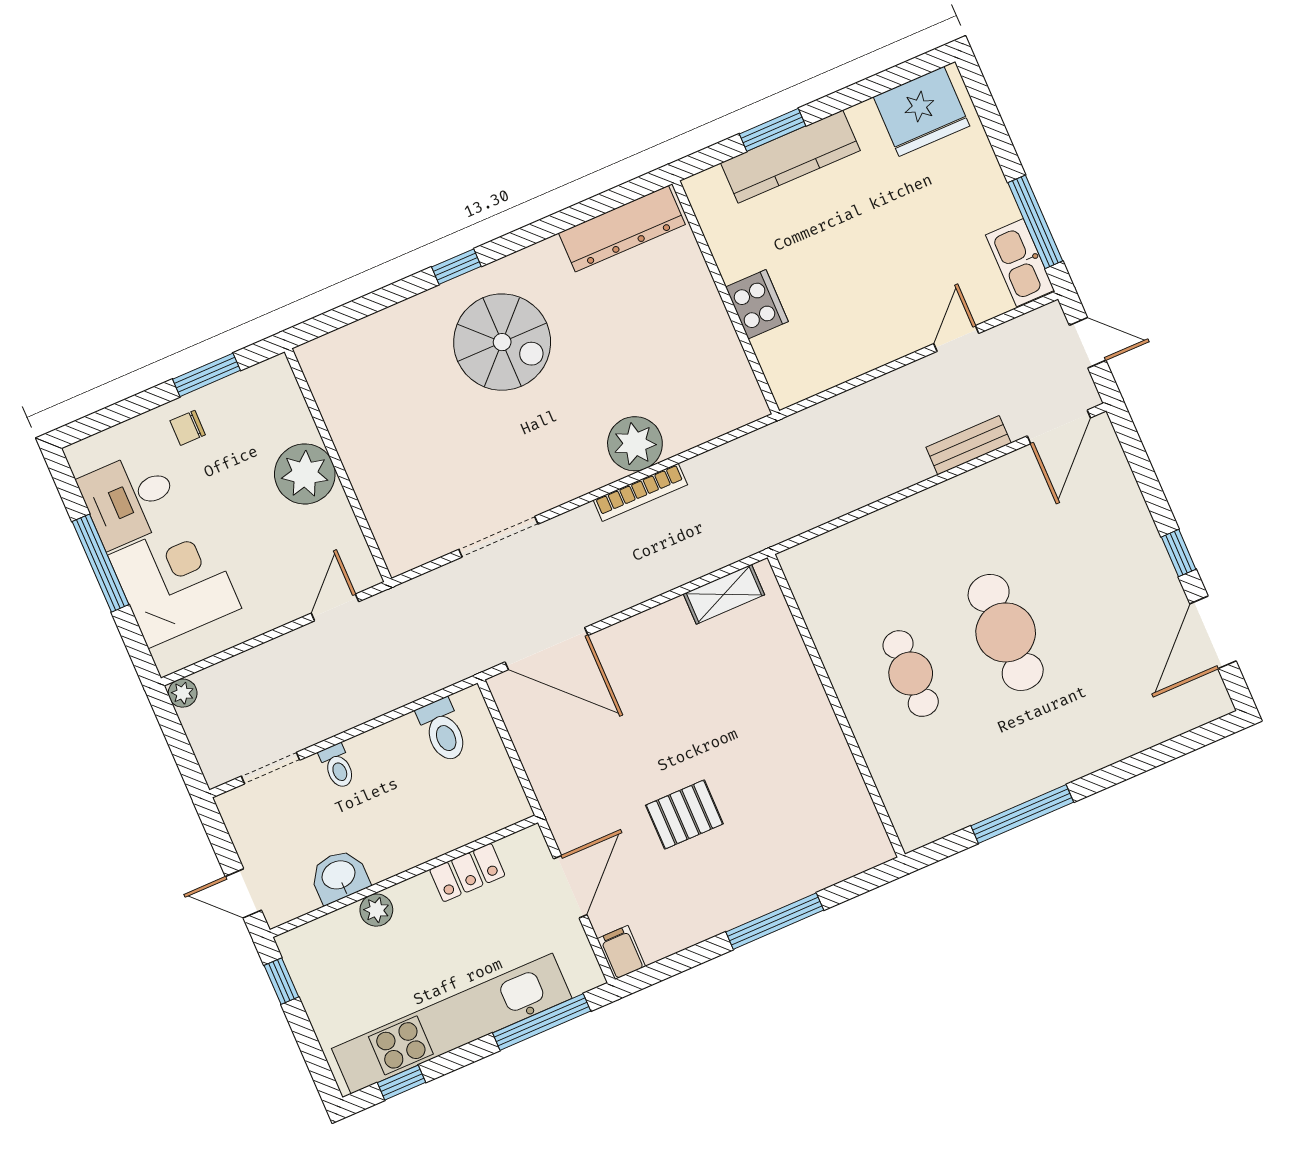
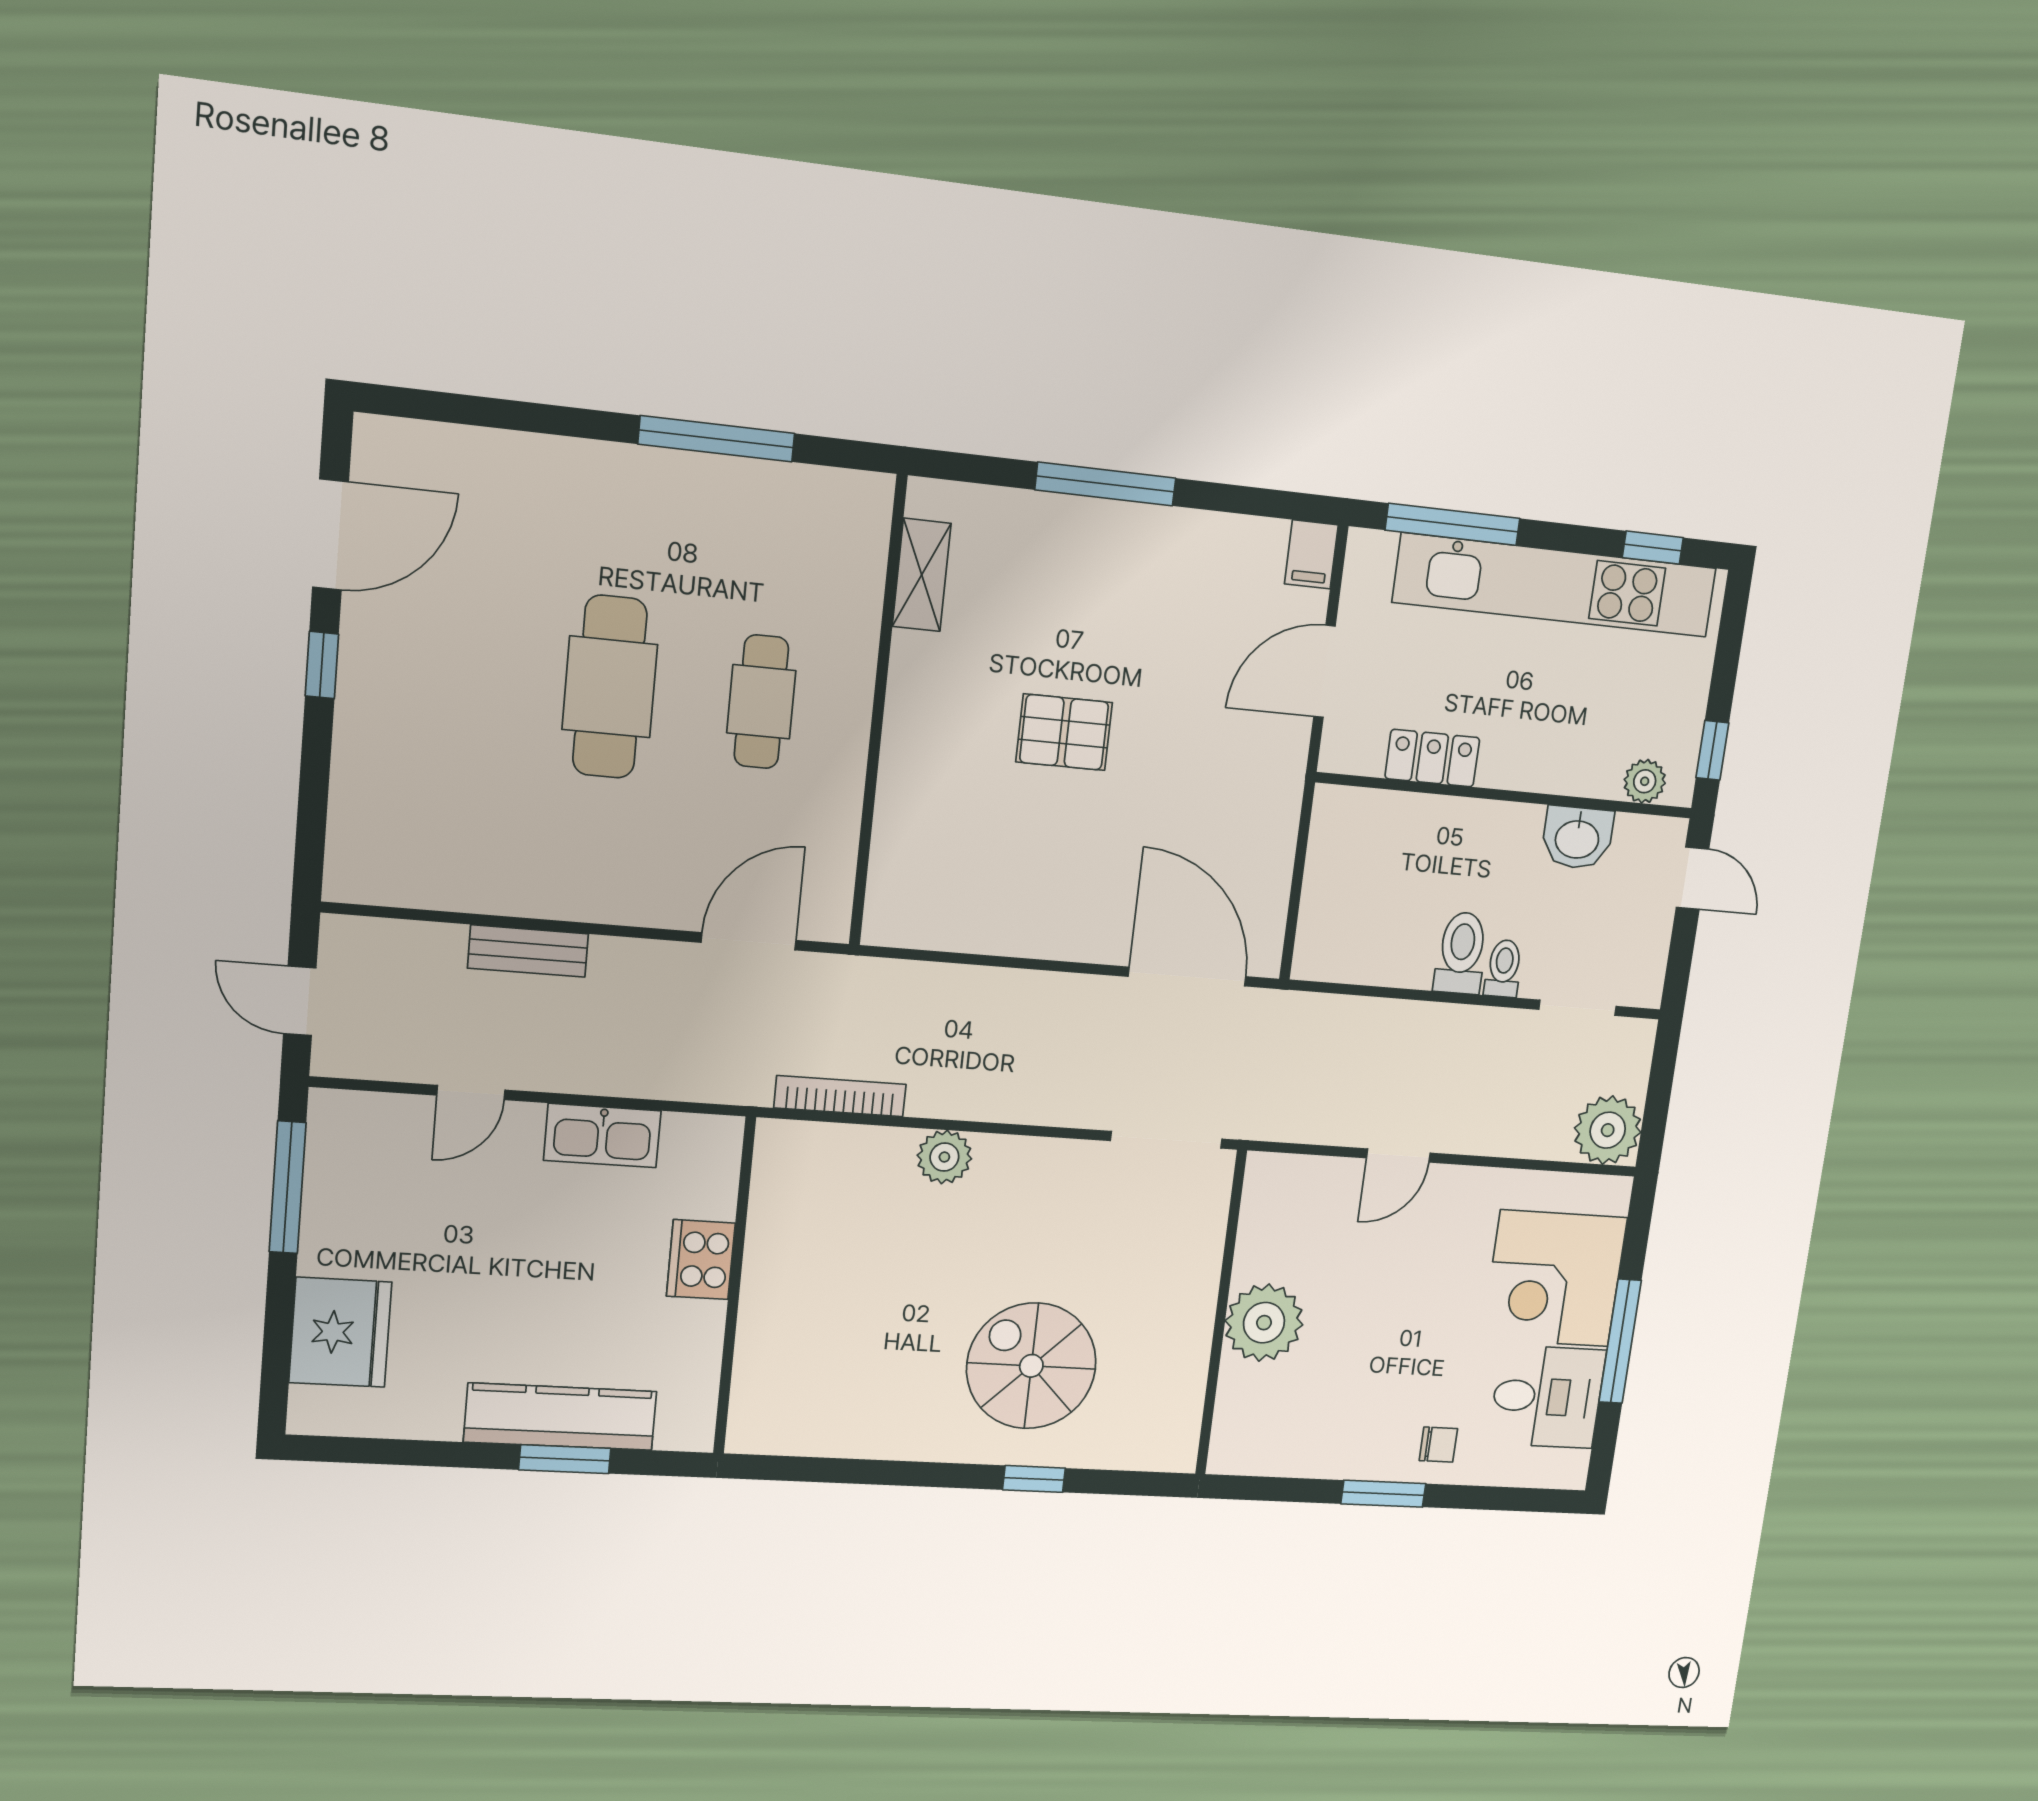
fridge: (921, 111) -> (340, 1332), moved, turned 90
dresser: (622, 229) -> (815, 1429), removed
kitchen sink: (1020, 263) -> (602, 1136), moved, turned 90
door: (1059, 427) -> (749, 941), moved
plant: (635, 444) -> (944, 1157), width x0.73, depth x0.73
wall: (338, 465) -> (1221, 1314), moved
plant: (305, 474) -> (1264, 1323), moved
bookcase: (640, 492) -> (840, 1096), moved
shelving: (724, 594) -> (922, 575), moved, turned 90
plant: (183, 693) -> (1608, 1130), width x1.87, depth x1.87
toilet: (443, 730) -> (1461, 953), moved
pallet: (684, 815) -> (1064, 732), moved
plant: (376, 910) -> (1645, 781), moved

